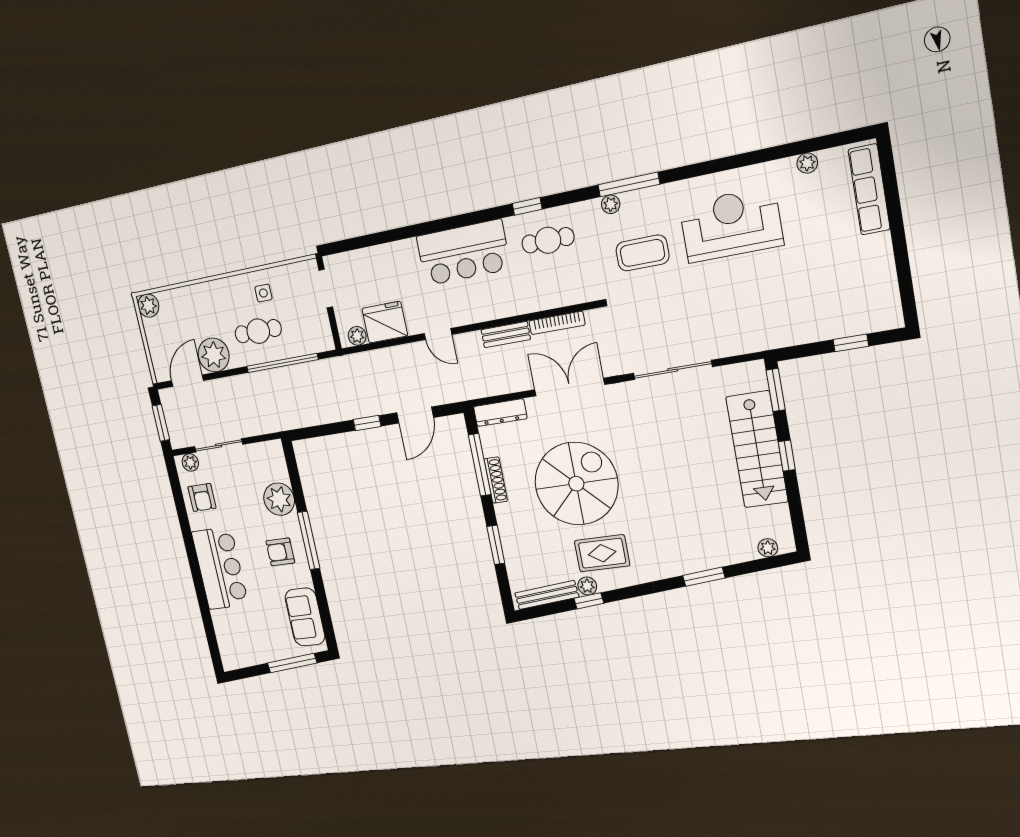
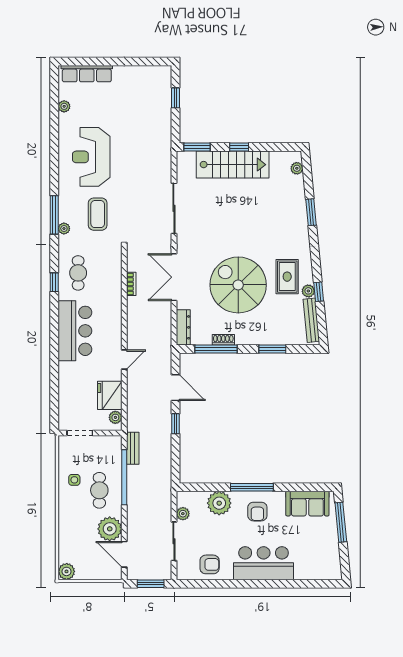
bookcase: (557, 323) -> (131, 284), width x0.64
bench: (506, 335) -> (133, 448), moved
plant: (190, 462) -> (183, 514), moved
shoe rack: (496, 480) -> (223, 340), width x0.70

